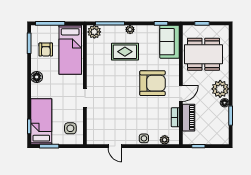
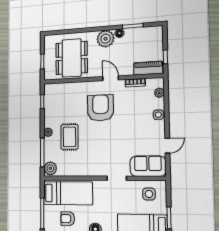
sofa: (170, 42) -> (148, 166), moved, turned 180
armchair: (46, 50) -> (68, 219), turned 180
piano: (189, 118) -> (148, 68), moved

